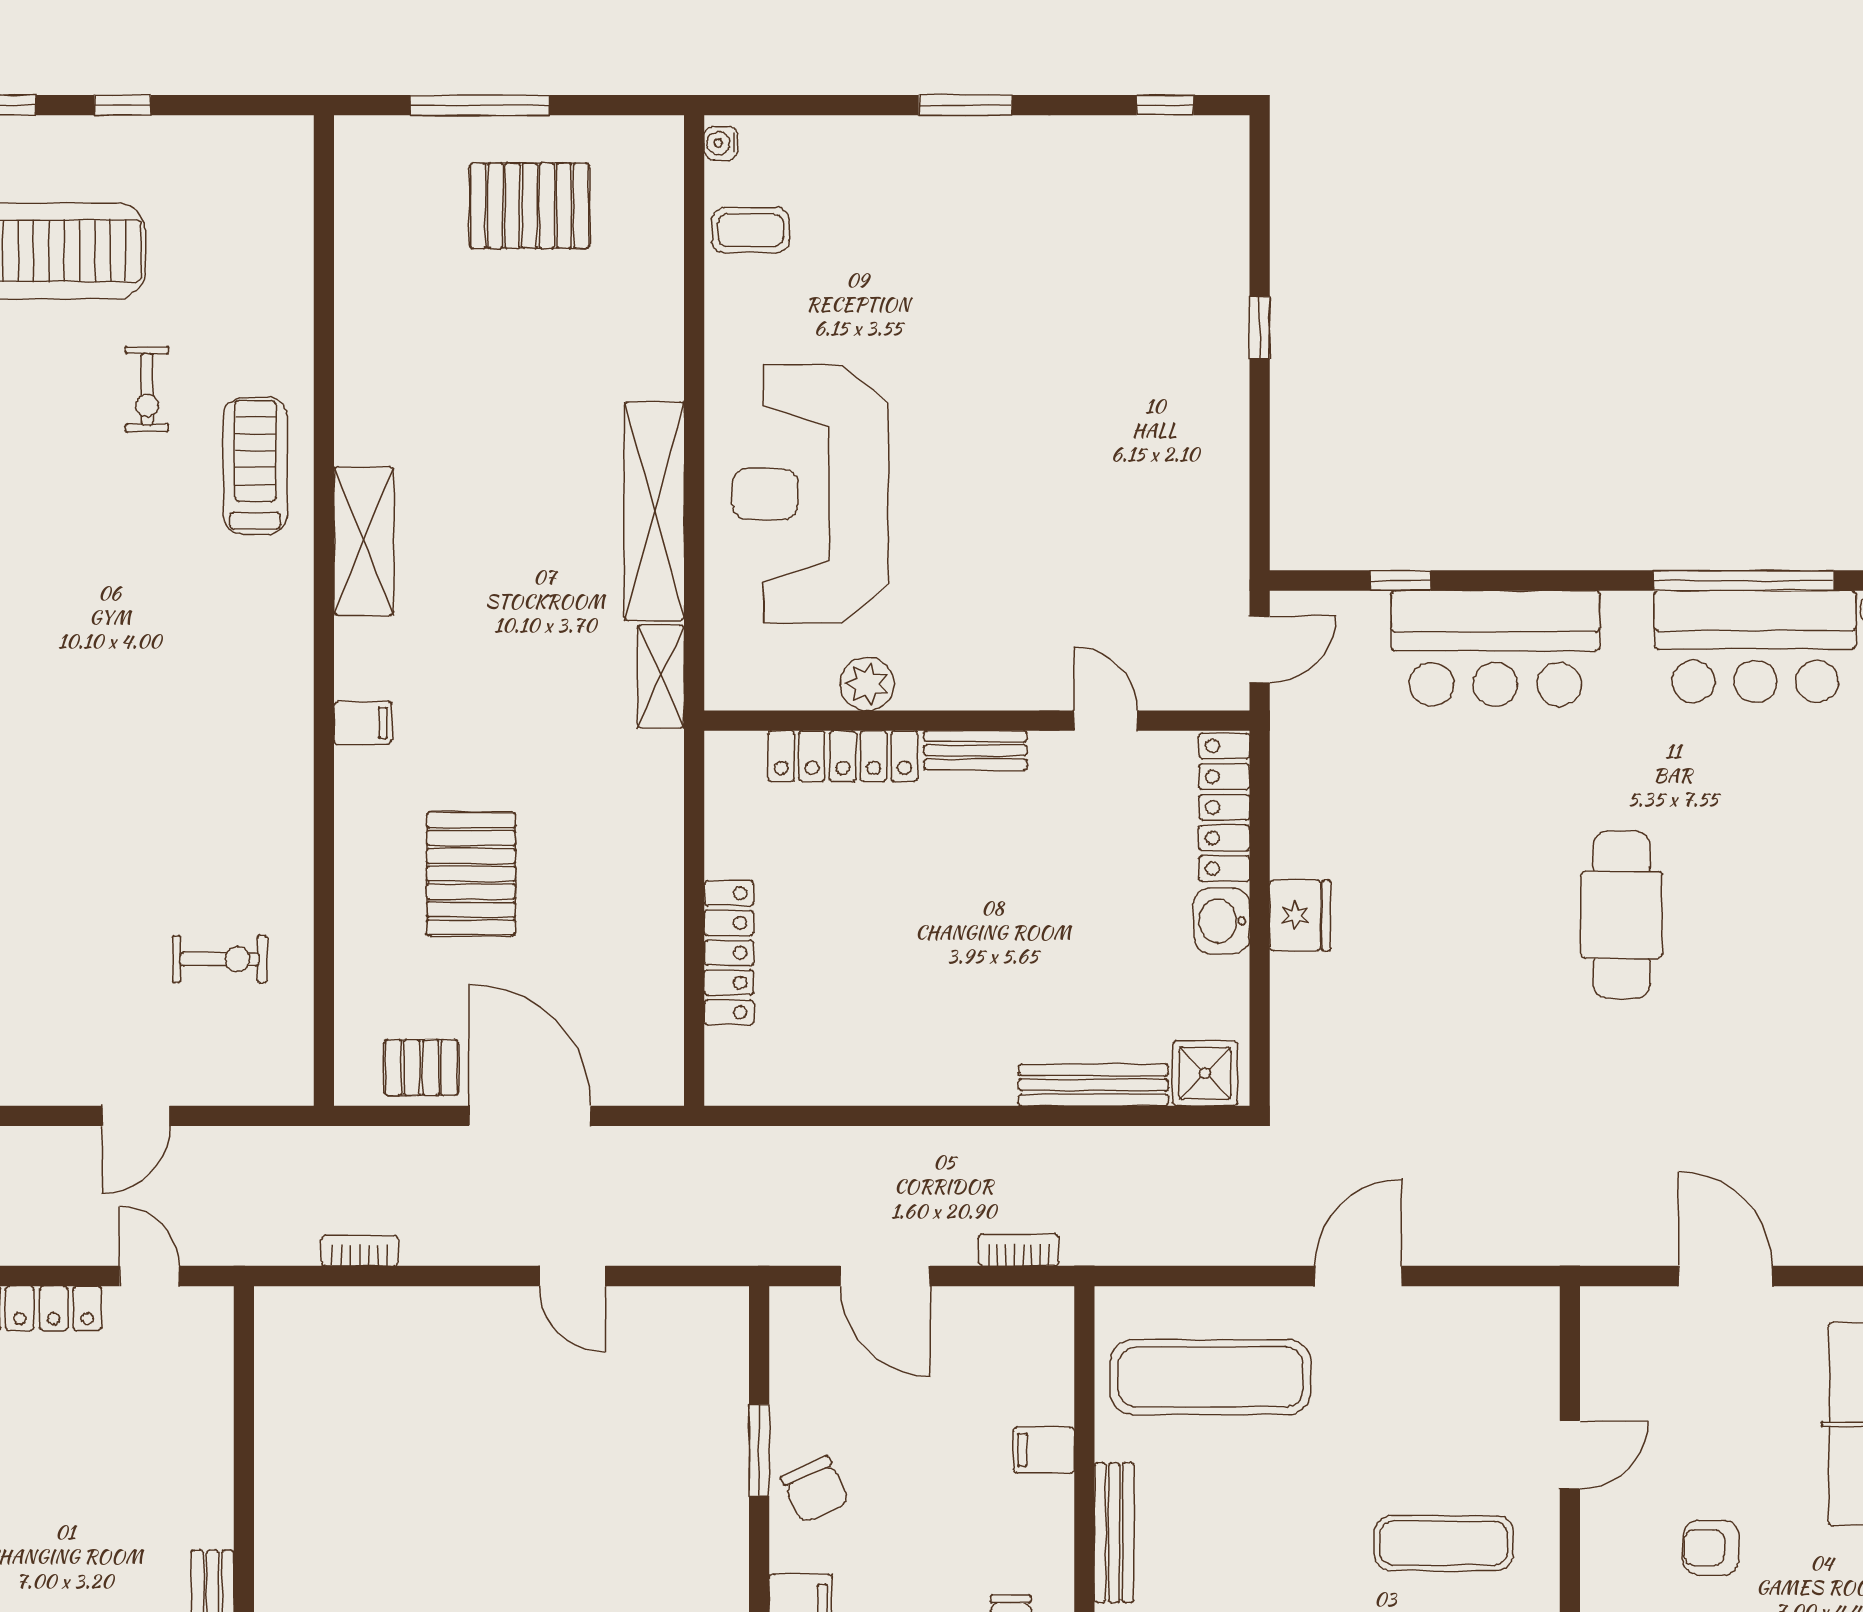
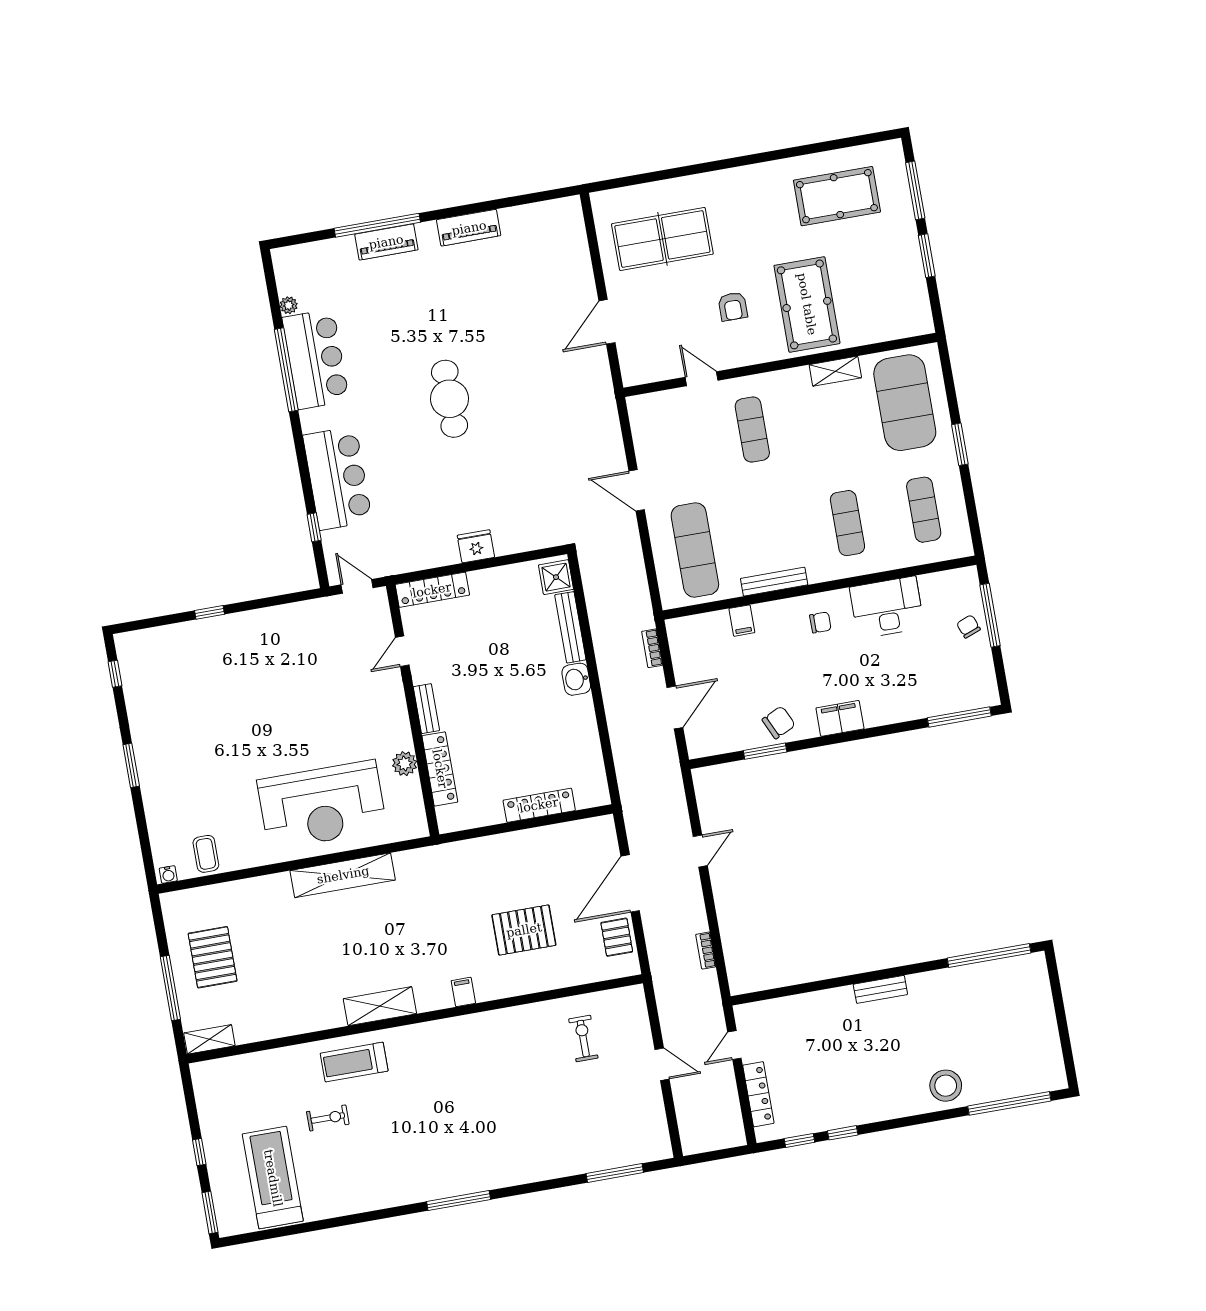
shelving: (661, 677) -> (209, 1039), moved
cafe table: (1622, 915) -> (450, 399), turned 90
washbasin: (1222, 921) -> (576, 679), moved, turned 90

